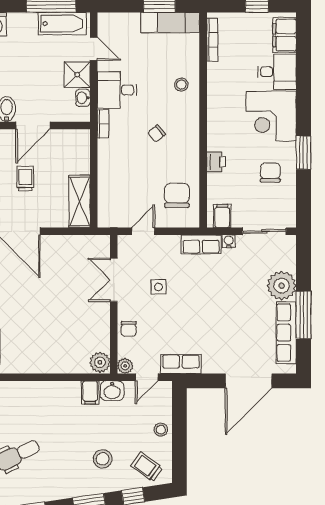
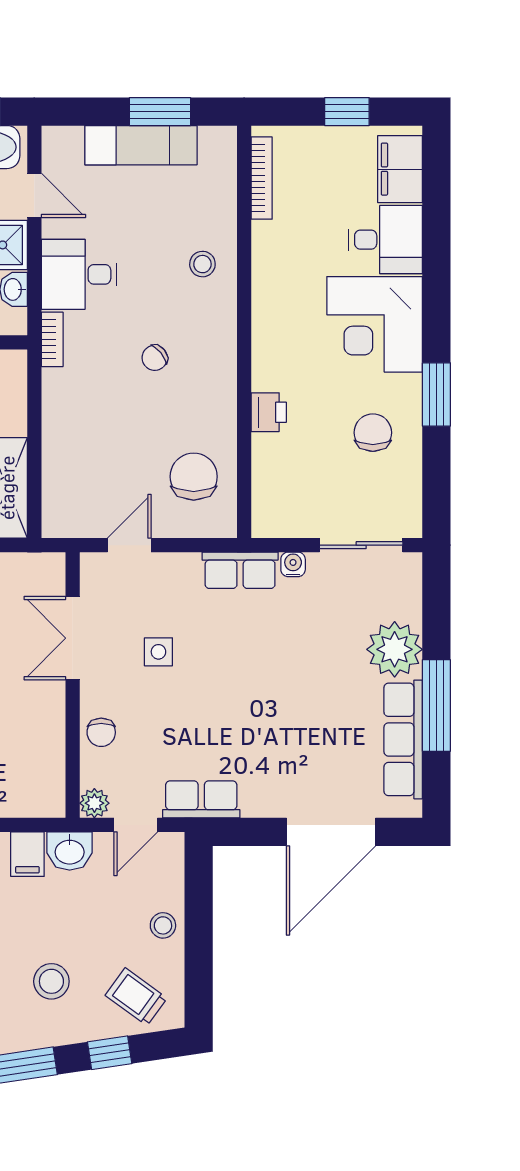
exam couch: (170, 23) -> (141, 145), moved
filing cabinet: (222, 216) -> (281, 516), removed
plant: (100, 362) -> (46, 796), removed

